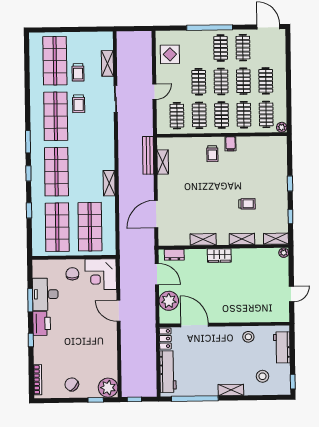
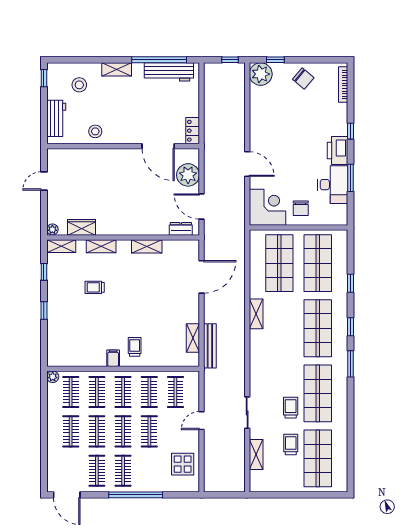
wardrobe: (219, 255) -> (81, 227), moved
workbench: (168, 372) -> (169, 72), moved, turned -90

